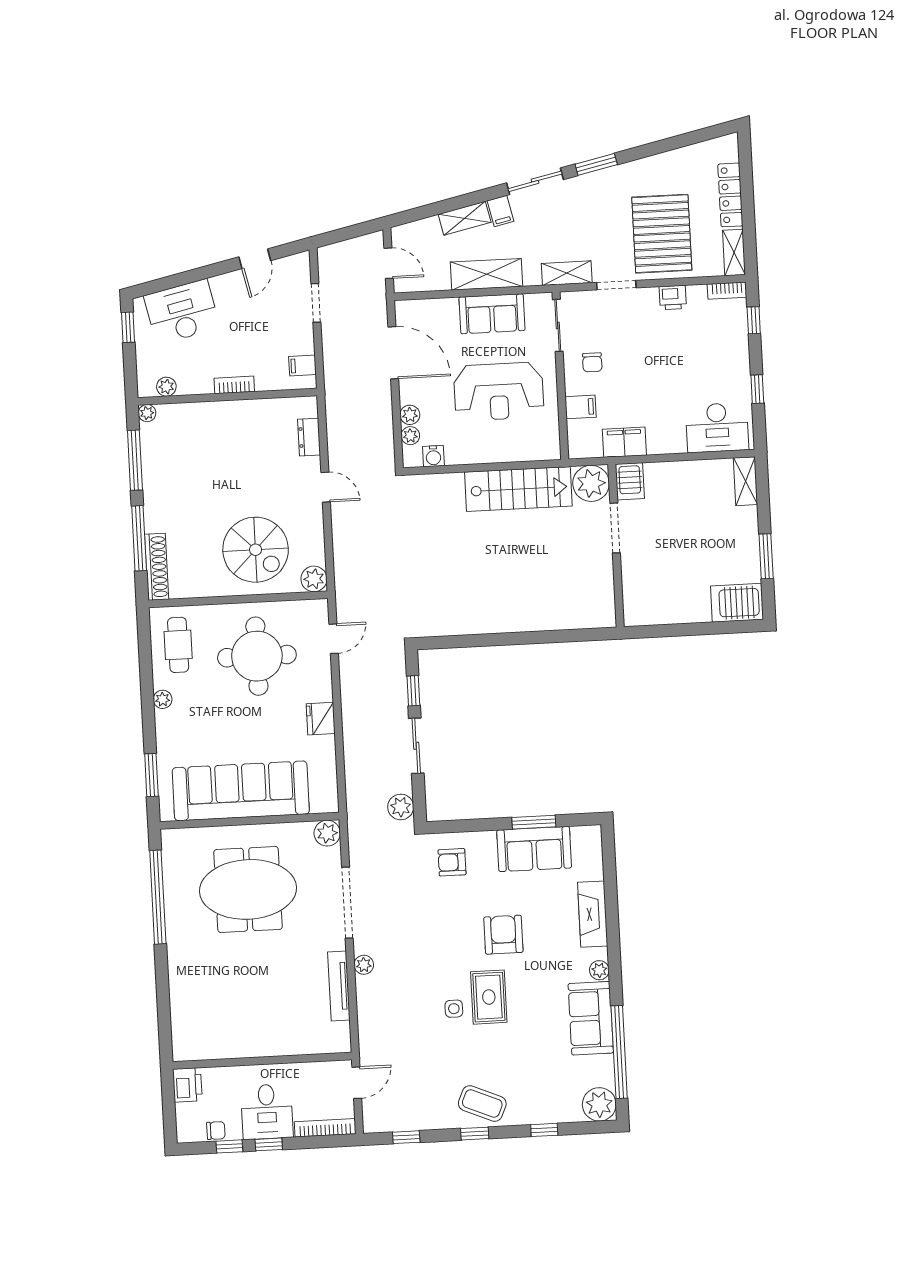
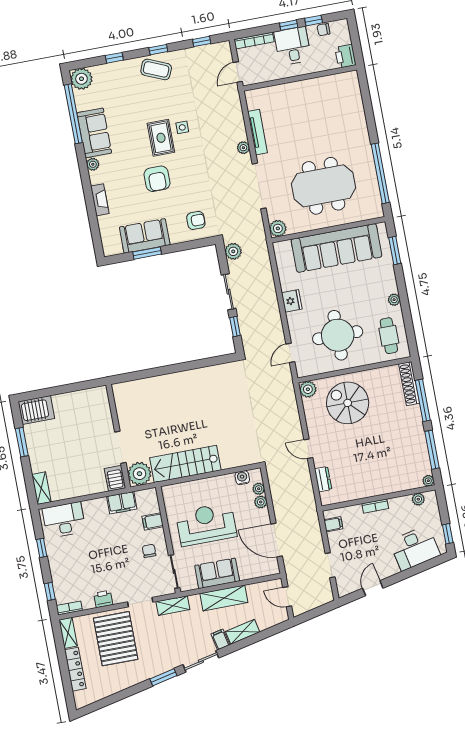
fireplace: (593, 914) -> (100, 200), width x0.73, depth x0.76

